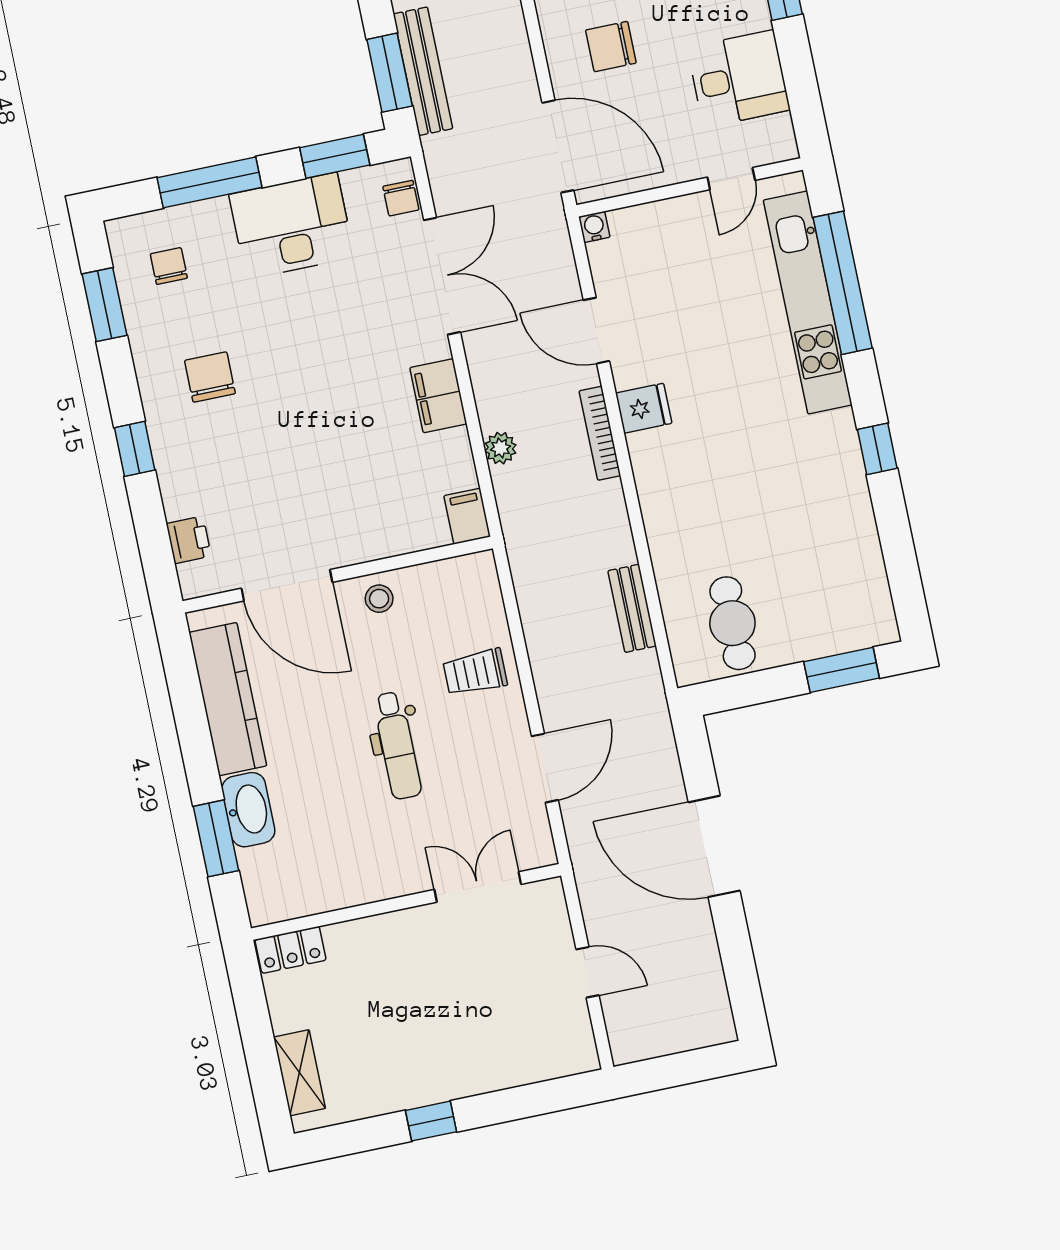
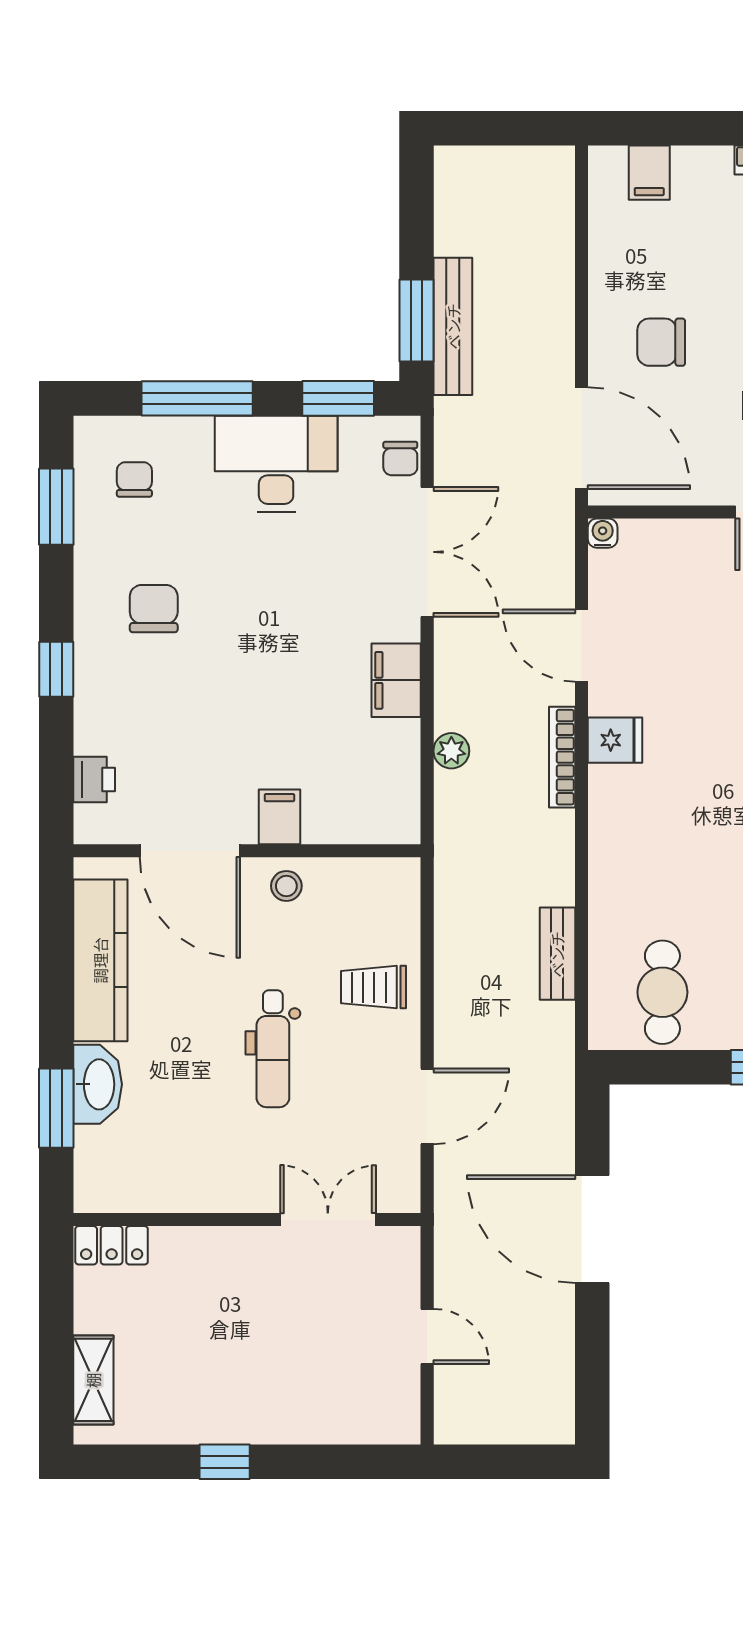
filing cabinet: (467, 516) -> (279, 817), moved

